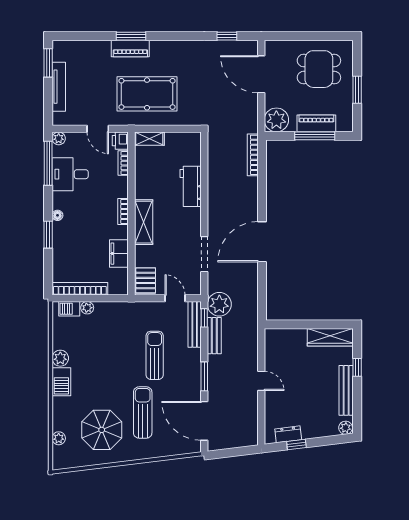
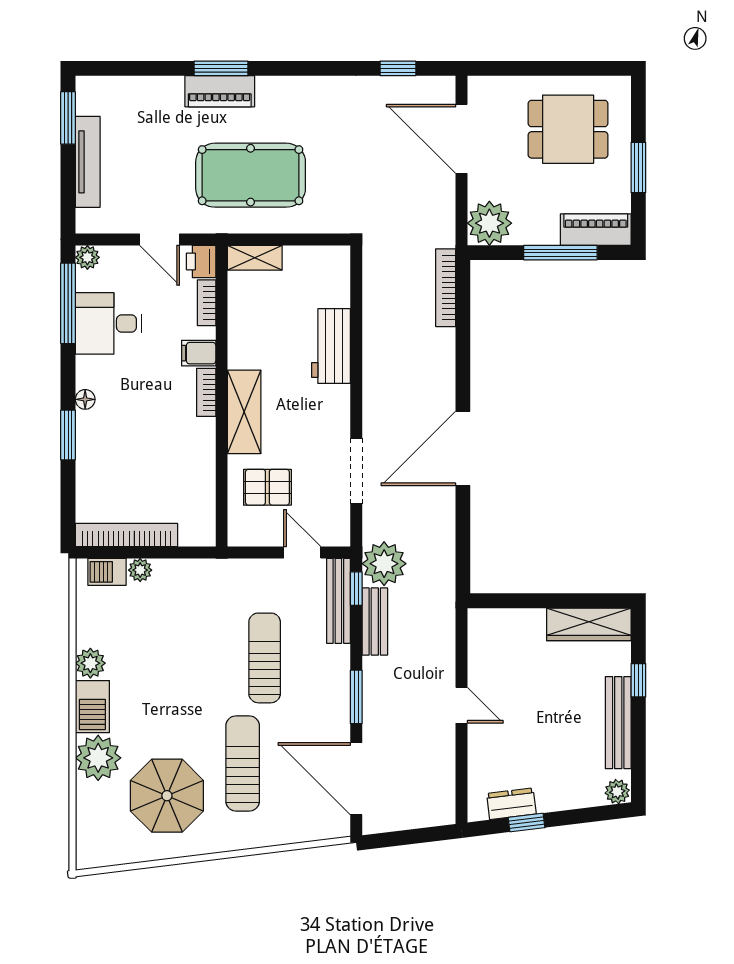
piano: (316, 123) -> (596, 230), moved
filing cabinet: (119, 254) -> (199, 353), moved, width x0.50
pallet: (146, 280) -> (267, 487), moved, turned 90
plant: (59, 438) -> (98, 758), moved, width x1.88, depth x1.88

